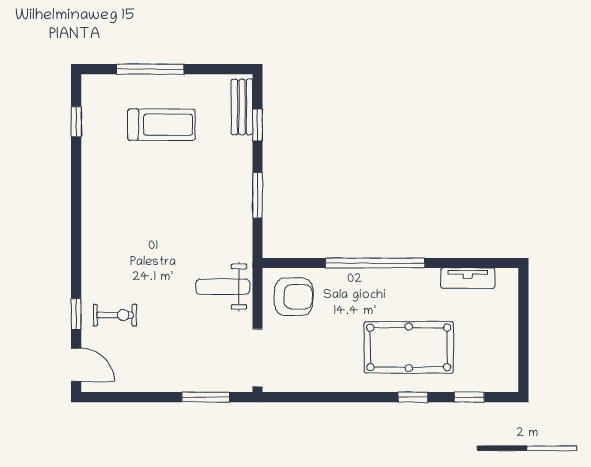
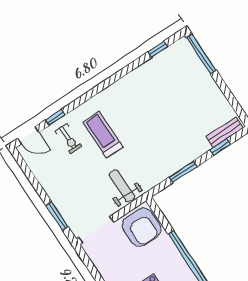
window: (150, 69) -> (201, 54), moved
treadmill: (161, 125) -> (103, 135), moved, turned 180
armchair: (294, 297) -> (142, 227), width x1.36, depth x1.36
door: (76, 365) -> (28, 135), hinge flipped

